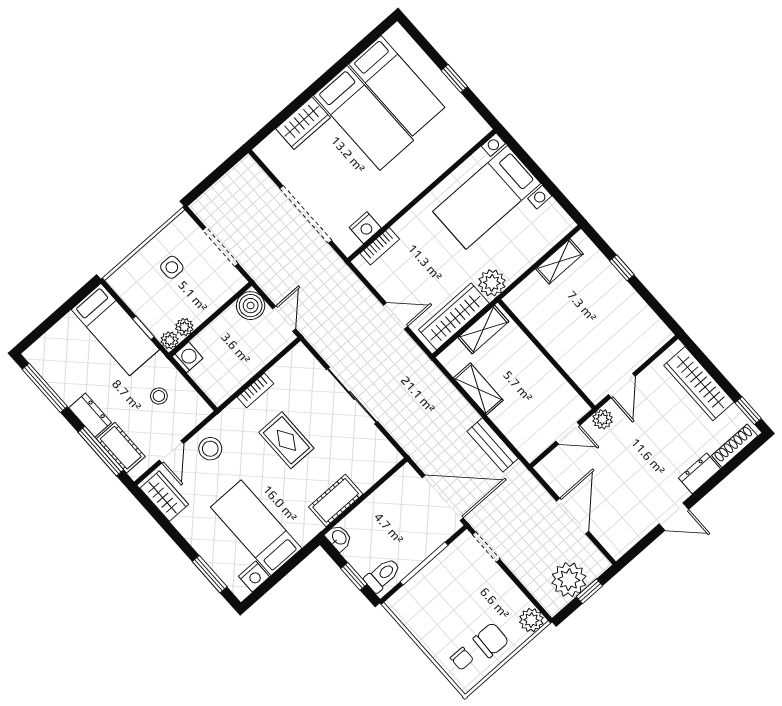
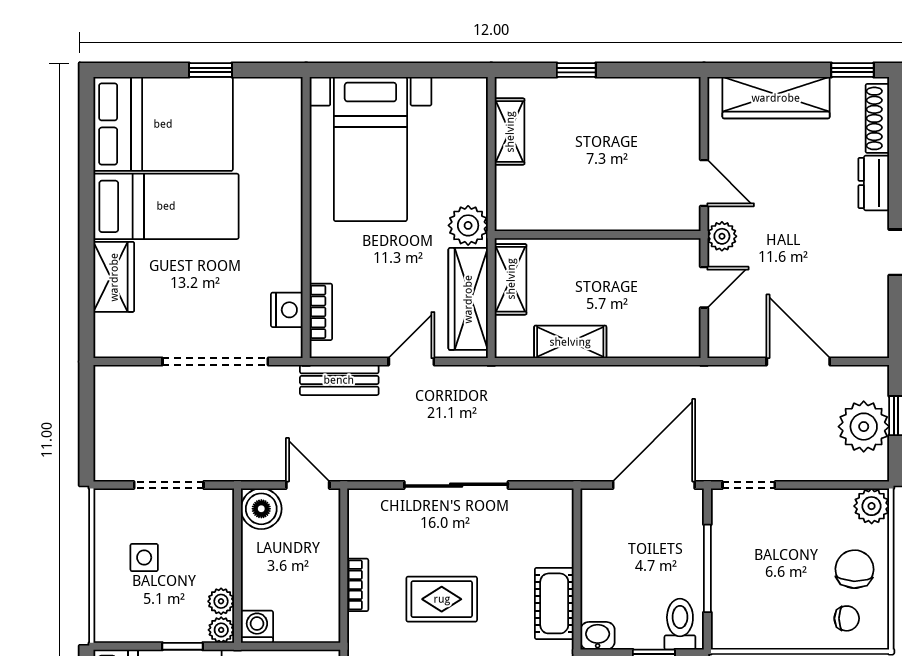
bed: (397, 86) -> (163, 124), width x1.50
bench: (493, 445) -> (339, 380), moved

